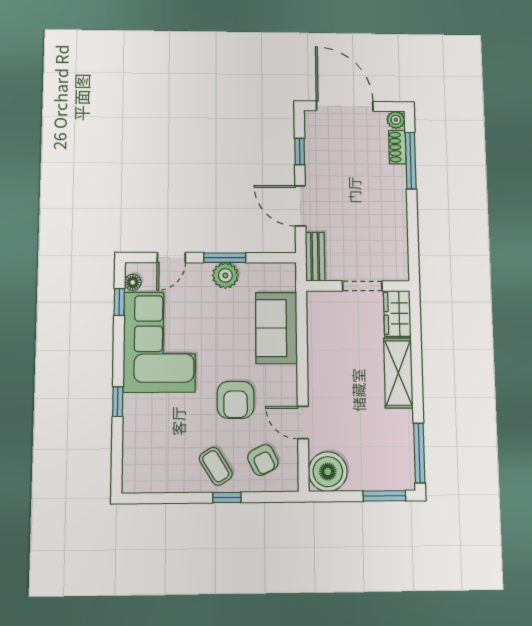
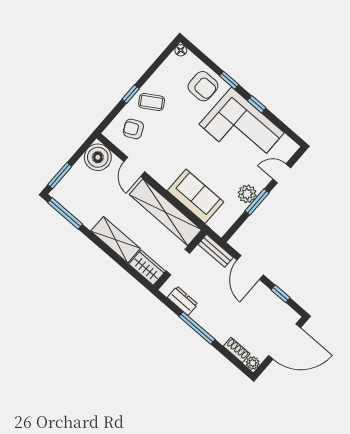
window: (411, 161) -> (197, 328), moved
door: (300, 206) -> (250, 267), swing flipped
dresser: (398, 246) -> (183, 301), added
door: (171, 258) -> (282, 173), hinge flipped
floor lamp: (133, 282) -> (181, 50), moved
window: (119, 302) -> (257, 104), moved
shelving: (322, 345) -> (165, 212), added
armchair: (236, 400) -> (203, 86), moved, turned 180
door: (303, 422) -> (134, 167), swing flipped

